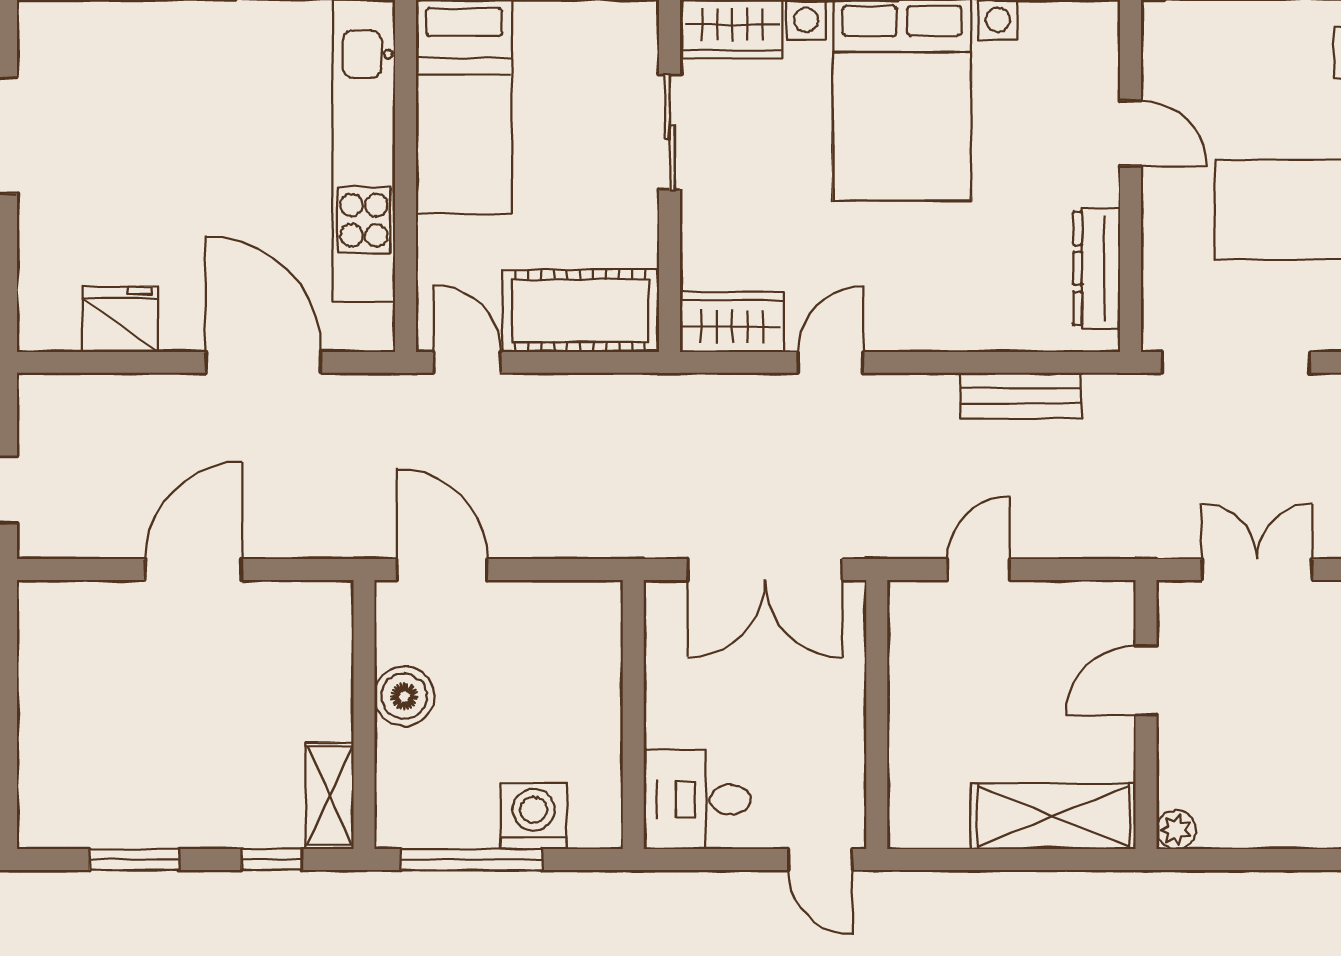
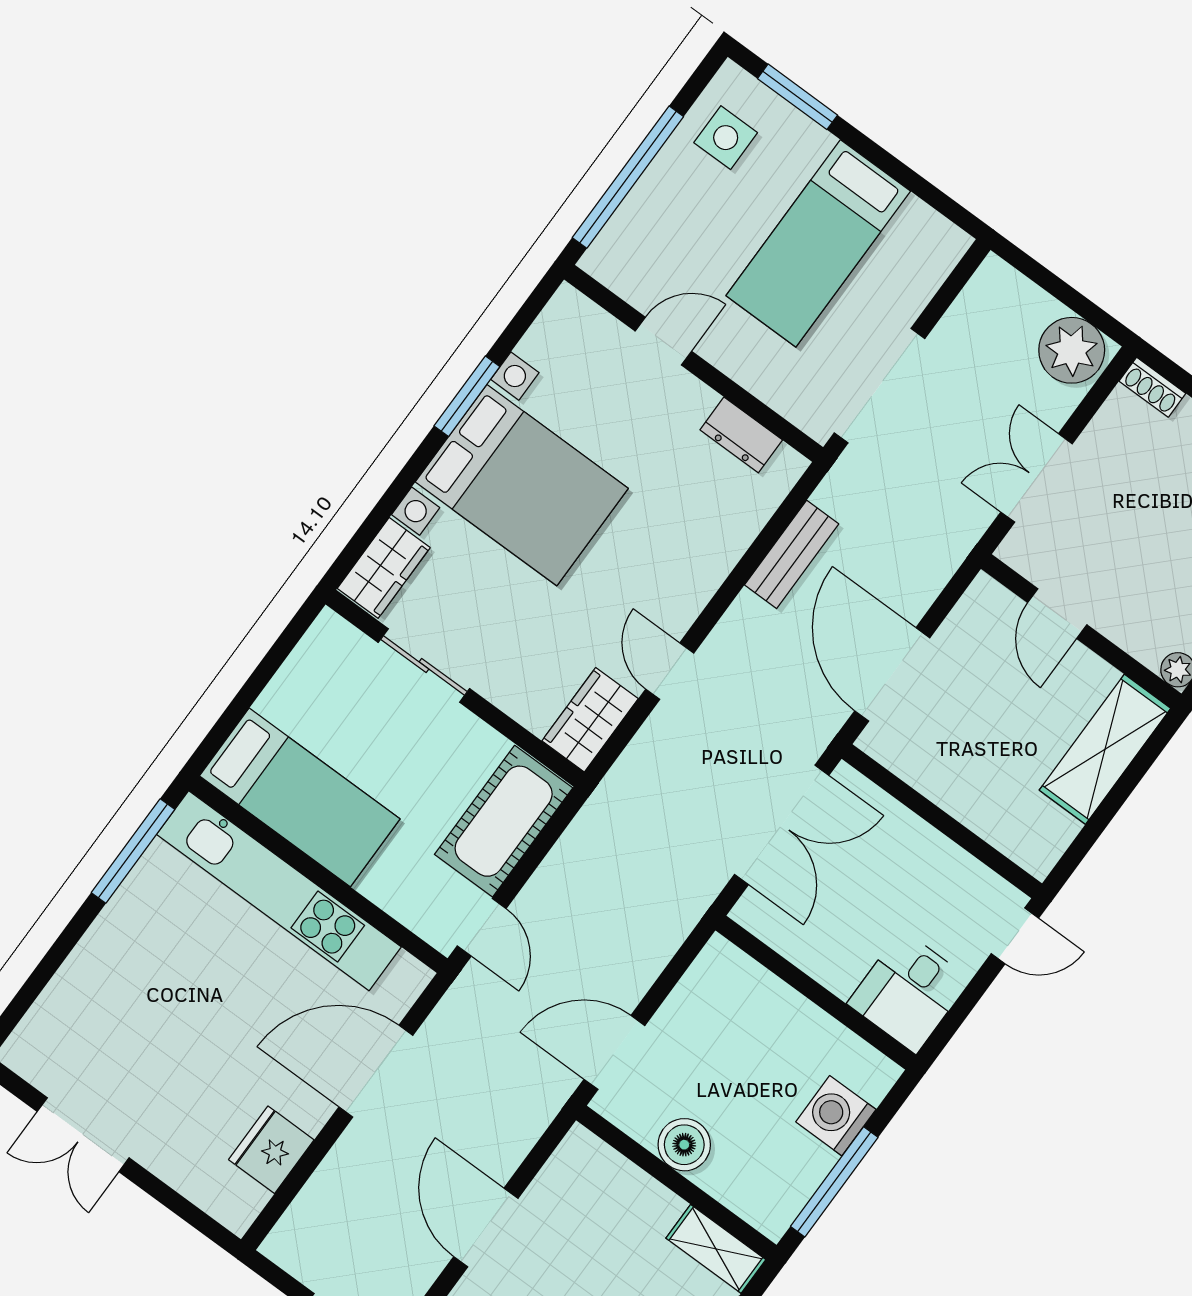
dresser: (1097, 268) -> (741, 435), width x0.70
door: (467, 362) -> (482, 927), swing flipped
door: (978, 570) -> (892, 674), width x1.87

